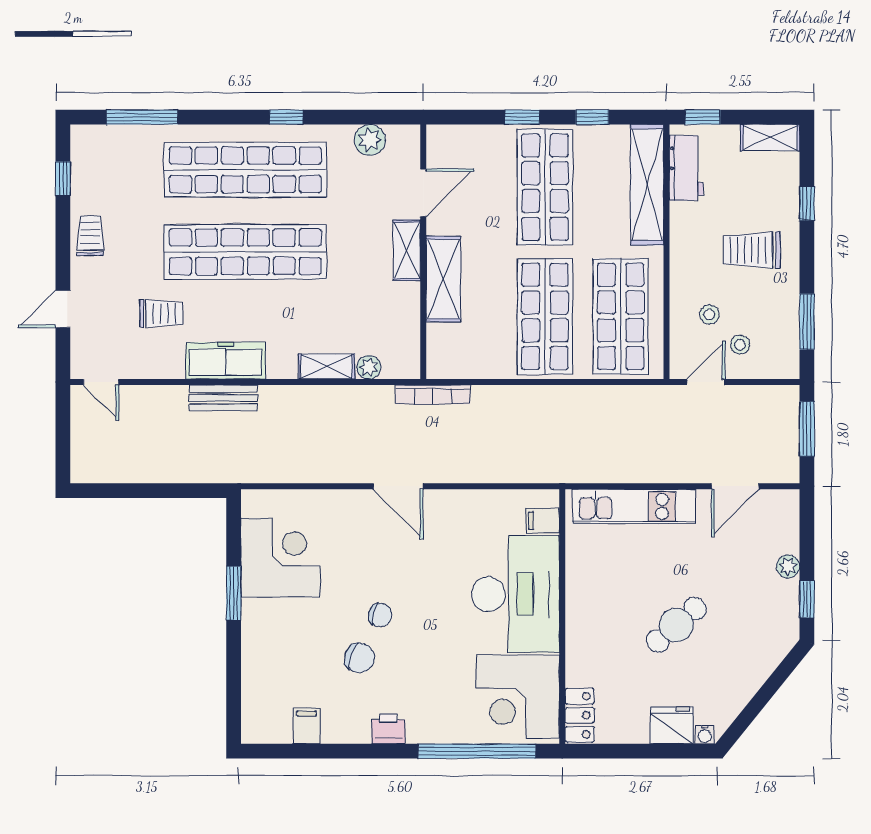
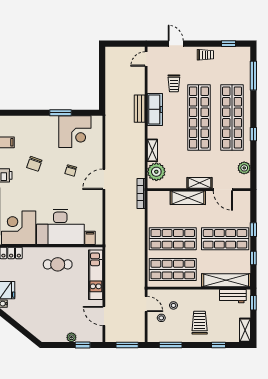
plant: (369, 367) -> (156, 172), width x1.88, depth x1.88
window: (807, 599) -> (83, 345), moved
chair: (380, 615) -> (71, 170), moved
cafe table: (676, 625) -> (58, 264), moved, turned -49

